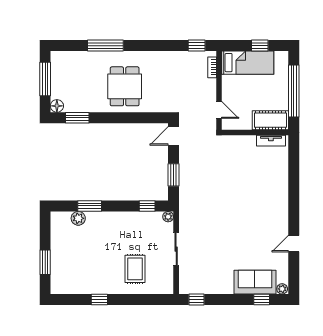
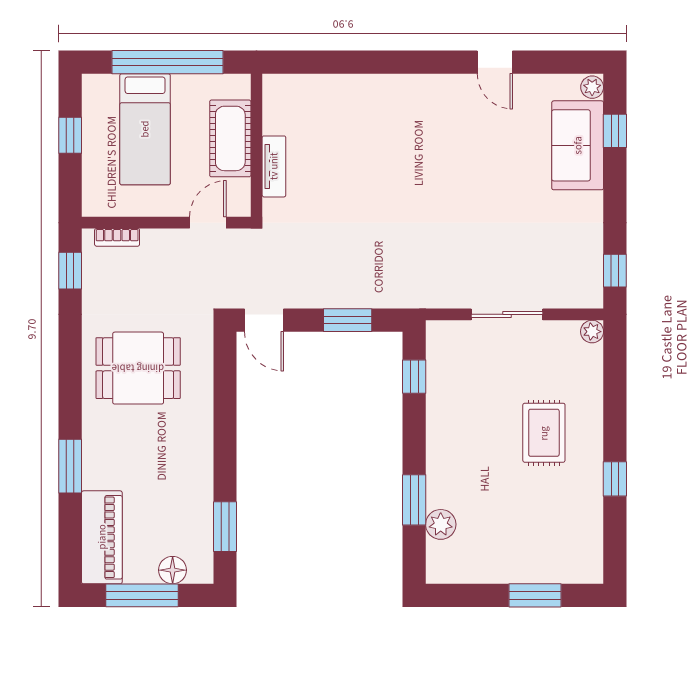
window: (105, 46) -> (70, 466), width x0.69
piano: (72, 60) -> (102, 537), added
bed: (248, 63) -> (145, 129), moved, turned 180
dining table: (125, 86) -> (138, 368), moved
floor lamp: (57, 106) -> (173, 570), moved
cot: (270, 120) -> (230, 138), moved
tv unit: (271, 141) -> (274, 166), moved
plant: (168, 217) -> (592, 332), moved
rug: (135, 269) -> (544, 433), moved, turned 90

